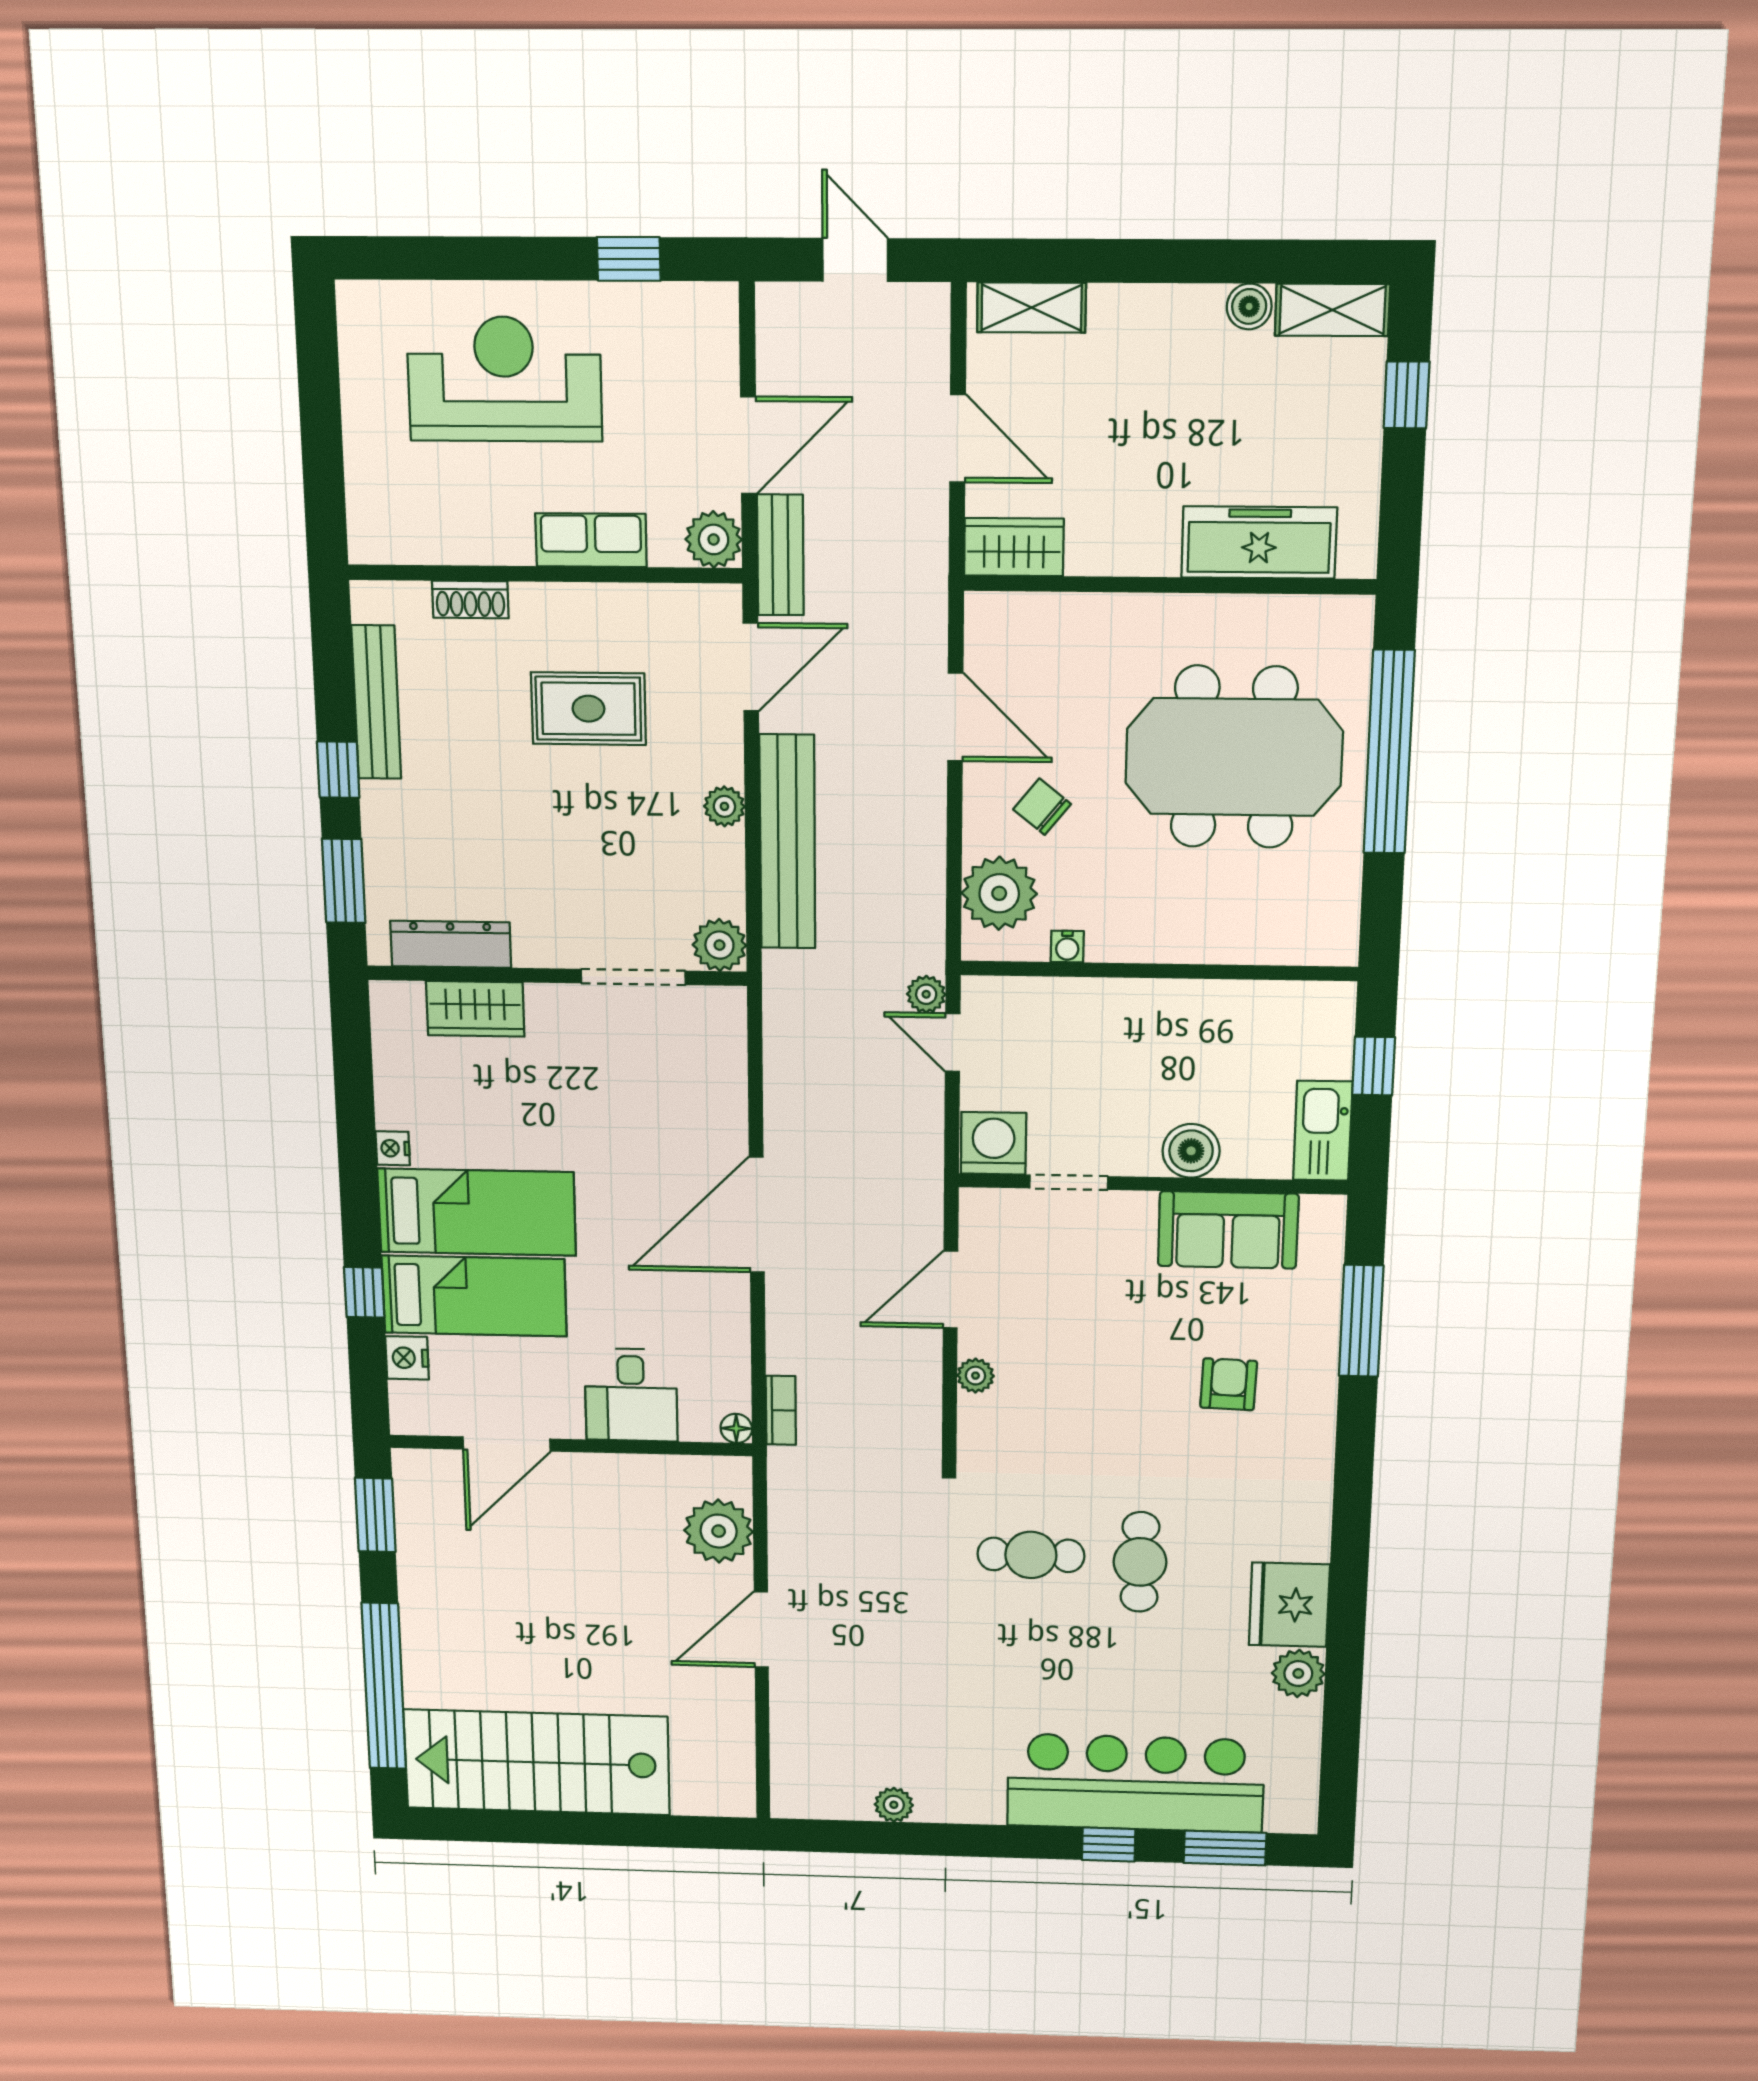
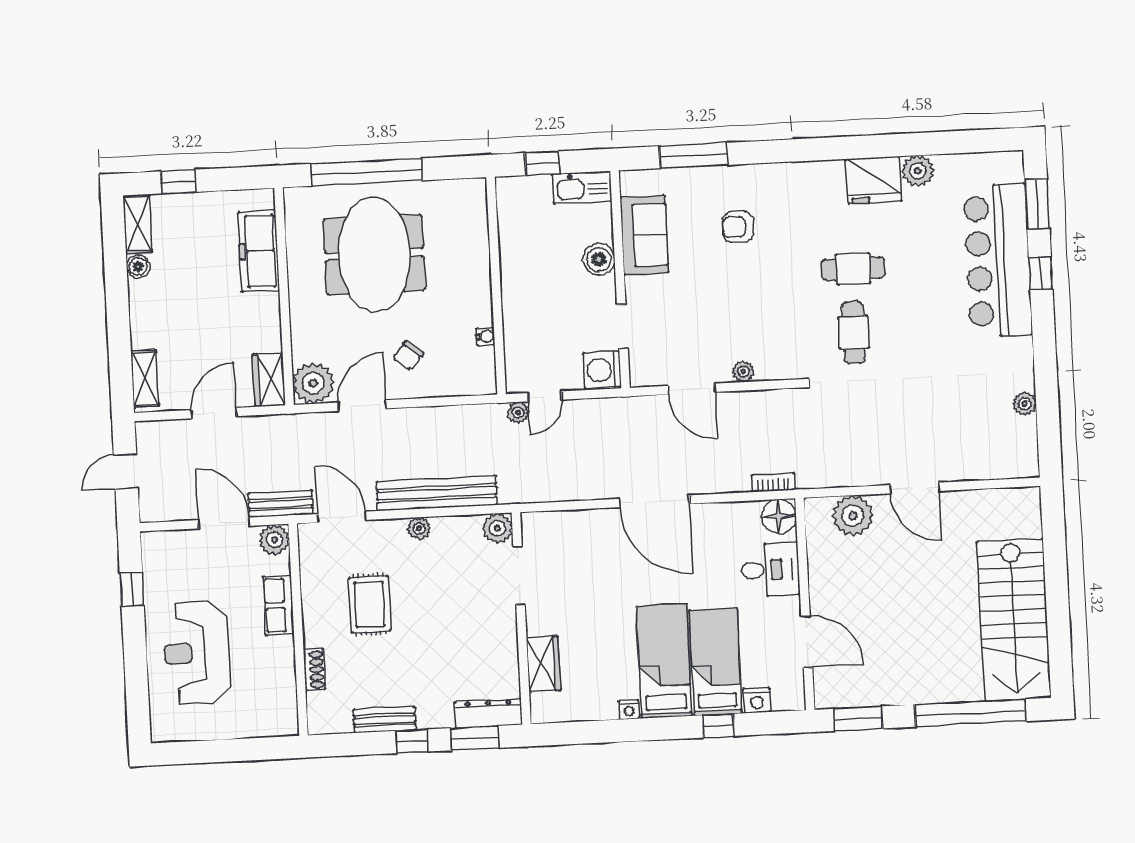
bench: (376, 702) -> (385, 720), width x0.73
plant: (999, 893) -> (313, 383), moved
dresser: (451, 944) -> (488, 713), moved, turned 90
floor lamp: (736, 1428) -> (779, 516), width x1.89, depth x1.89

